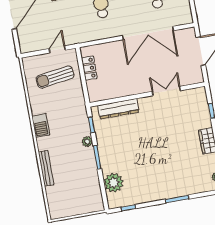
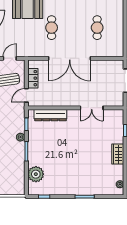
double door: (148, 33) -> (70, 58), moved
door: (85, 90) -> (26, 95), added
double door: (166, 91) -> (92, 108), swing flipped

